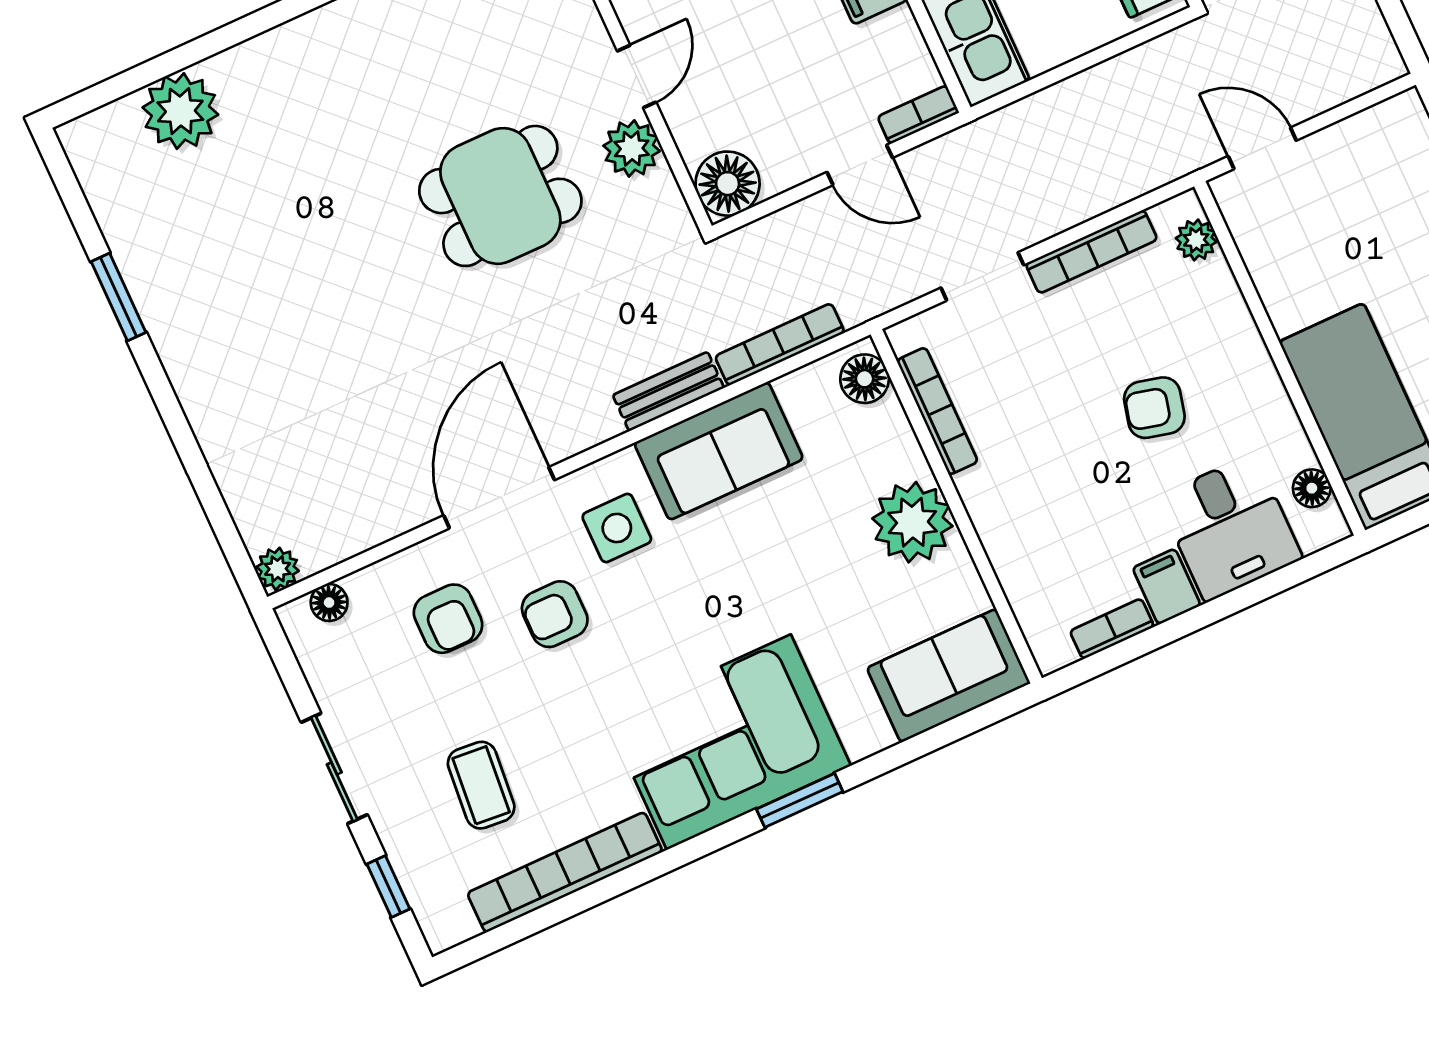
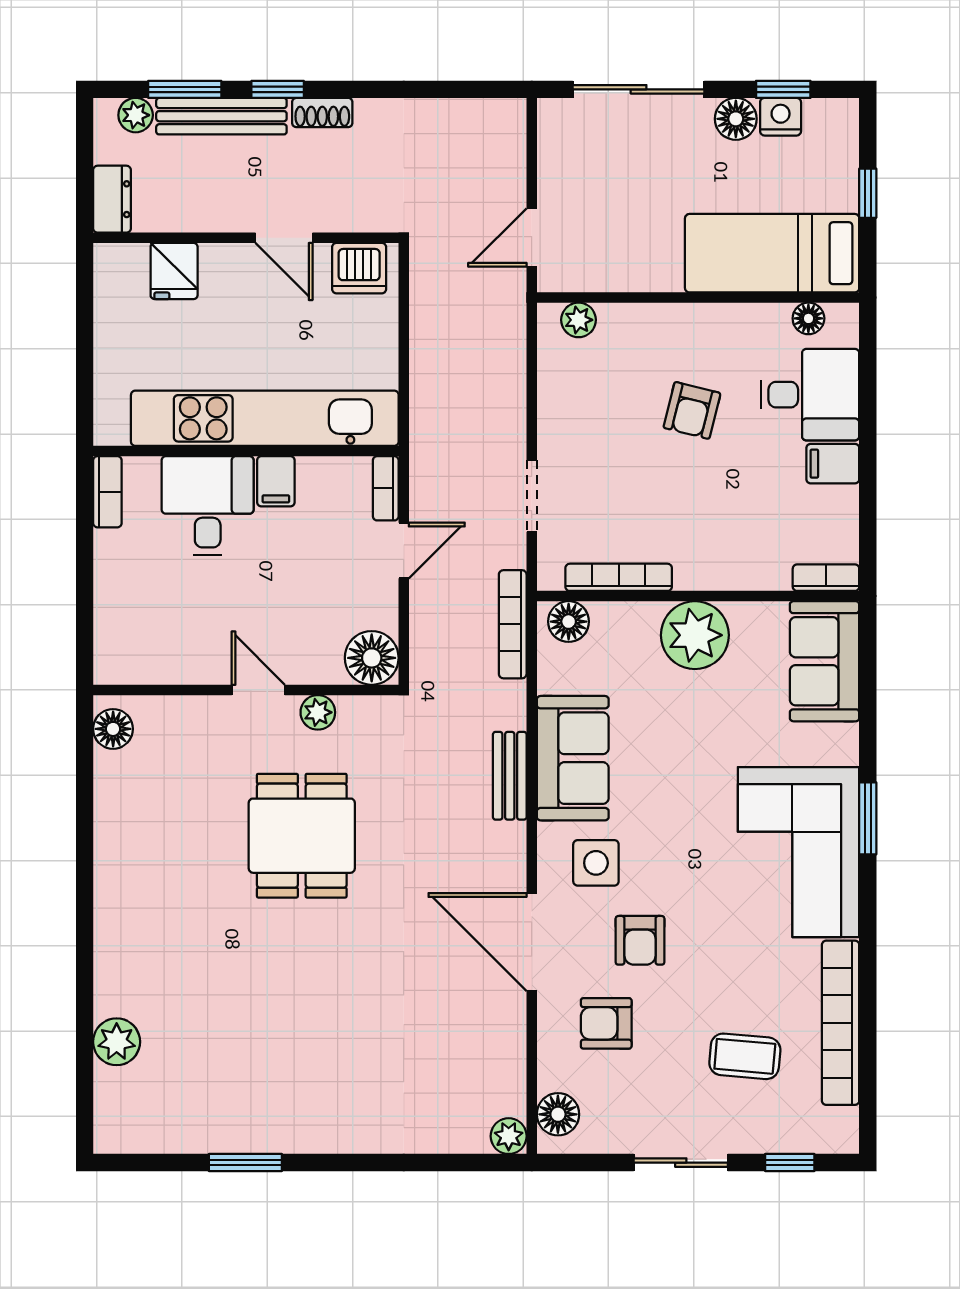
plant: (180, 111) -> (117, 1042), width x0.73, depth x0.73
plant: (632, 148) -> (318, 712), width x0.73, depth x0.73
bookcase: (1091, 252) -> (551, 404), removed
bookcase: (780, 344) -> (513, 624), moved
floor lamp: (329, 603) -> (558, 1114), width x1.37, depth x1.37
armchair: (448, 619) -> (606, 1023), turned 180
bookcase: (1112, 629) -> (826, 578), moved, turned 90

